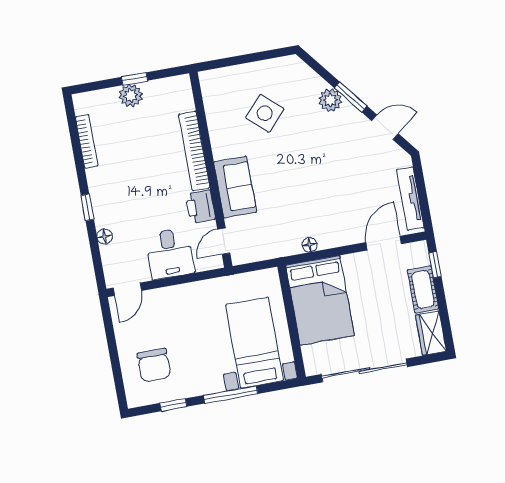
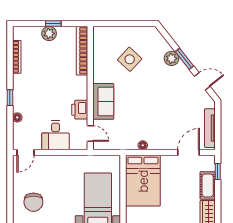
bookcase: (194, 151) -> (82, 51), moved
door: (224, 241) -> (90, 133), swing flipped

